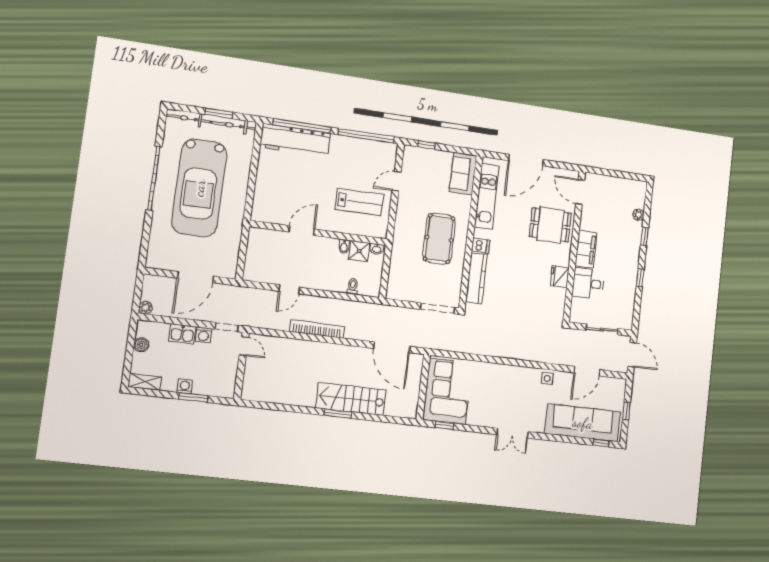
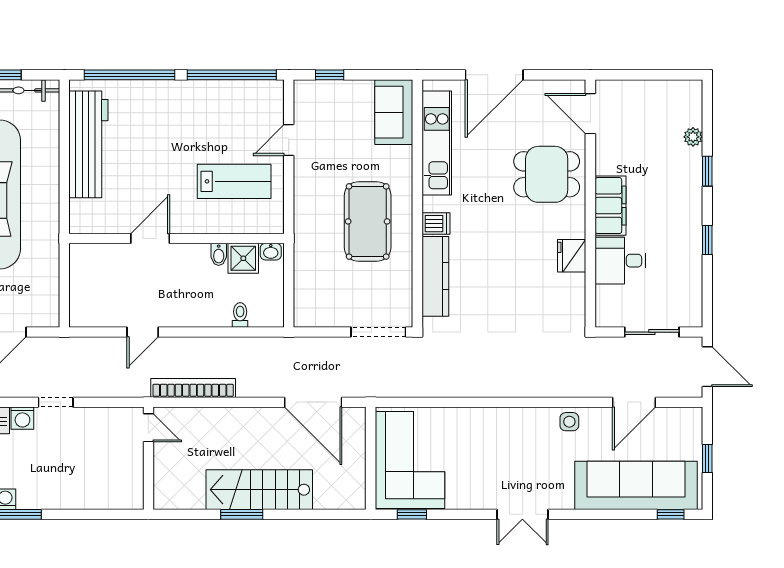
workbench: (295, 140) -> (88, 144), moved, turned -90
door: (244, 346) -> (148, 428), moved
wall: (241, 366) -> (148, 458), moved

